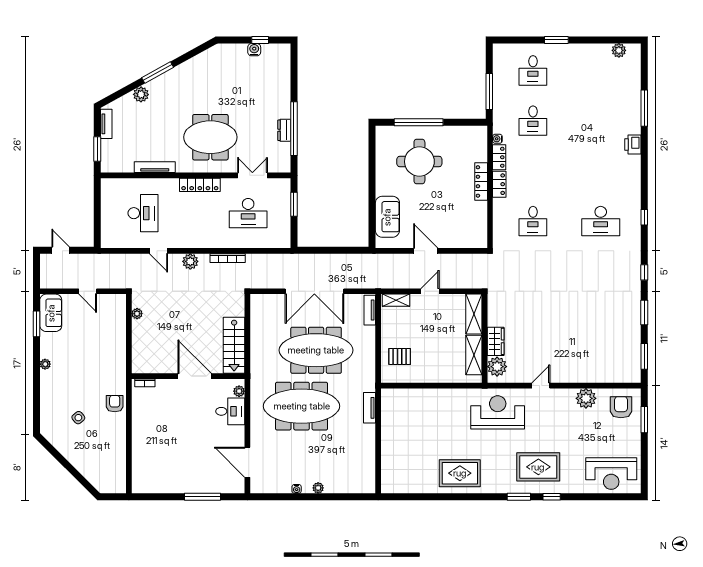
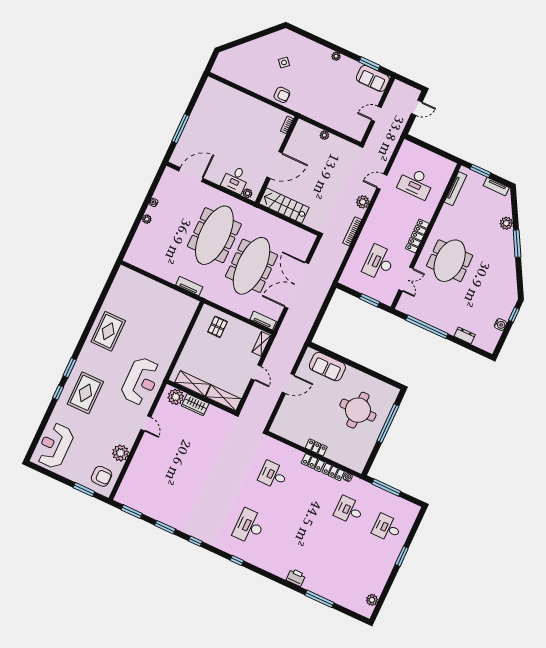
window: (260, 40) -> (514, 315), moved
dresser: (284, 130) -> (465, 336), moved
tv unit: (155, 167) -> (456, 189), moved
locker: (481, 181) -> (316, 447), width x0.66
plant: (137, 314) -> (324, 135), moved

